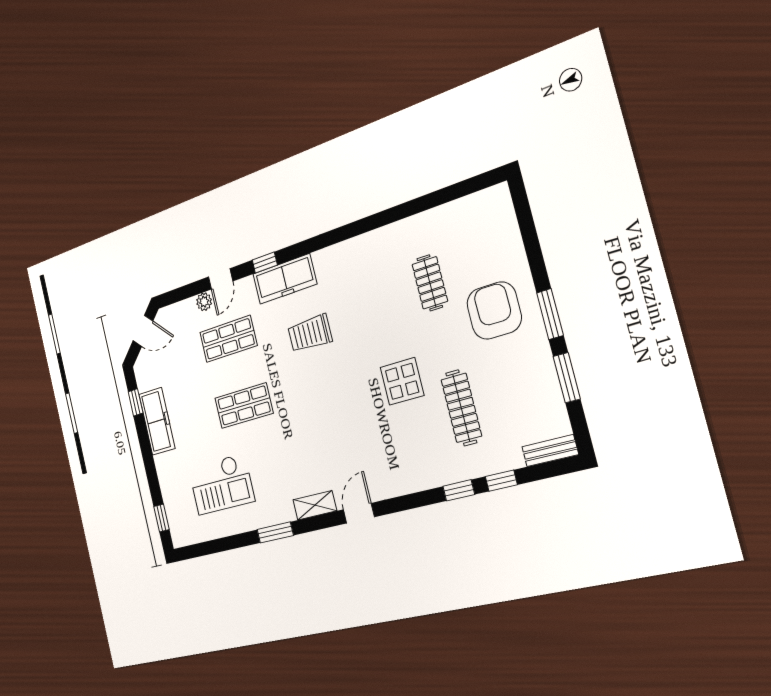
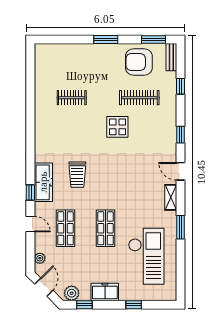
plant: (204, 302) -> (40, 258), moved
armchair: (494, 311) -> (139, 62), moved
plant: (145, 378) -> (72, 293), added
window: (567, 378) -> (154, 40), moved
freezer: (157, 421) -> (105, 292), width x0.71
checkout: (221, 484) -> (146, 256), width x1.36, depth x1.21
window: (459, 490) -> (181, 135), moved
window: (161, 518) -> (134, 305), moved

